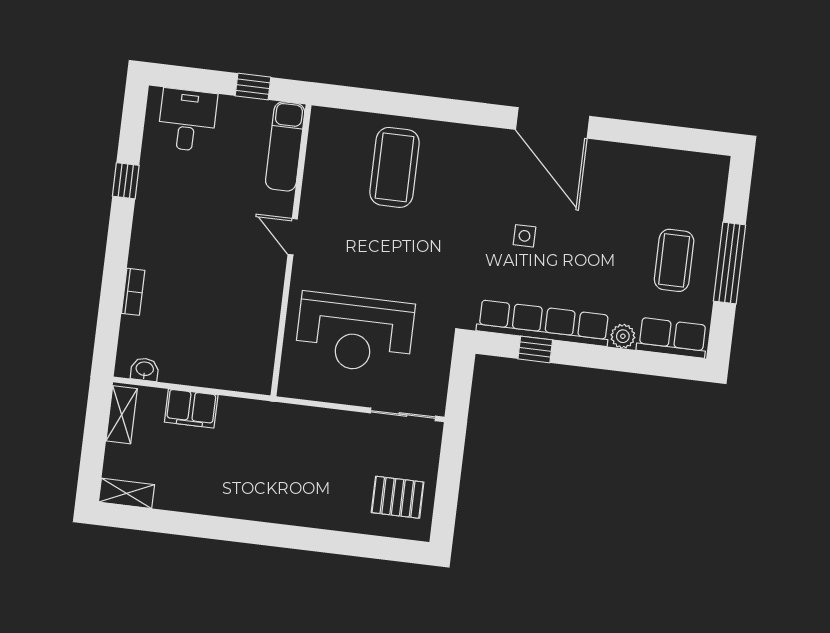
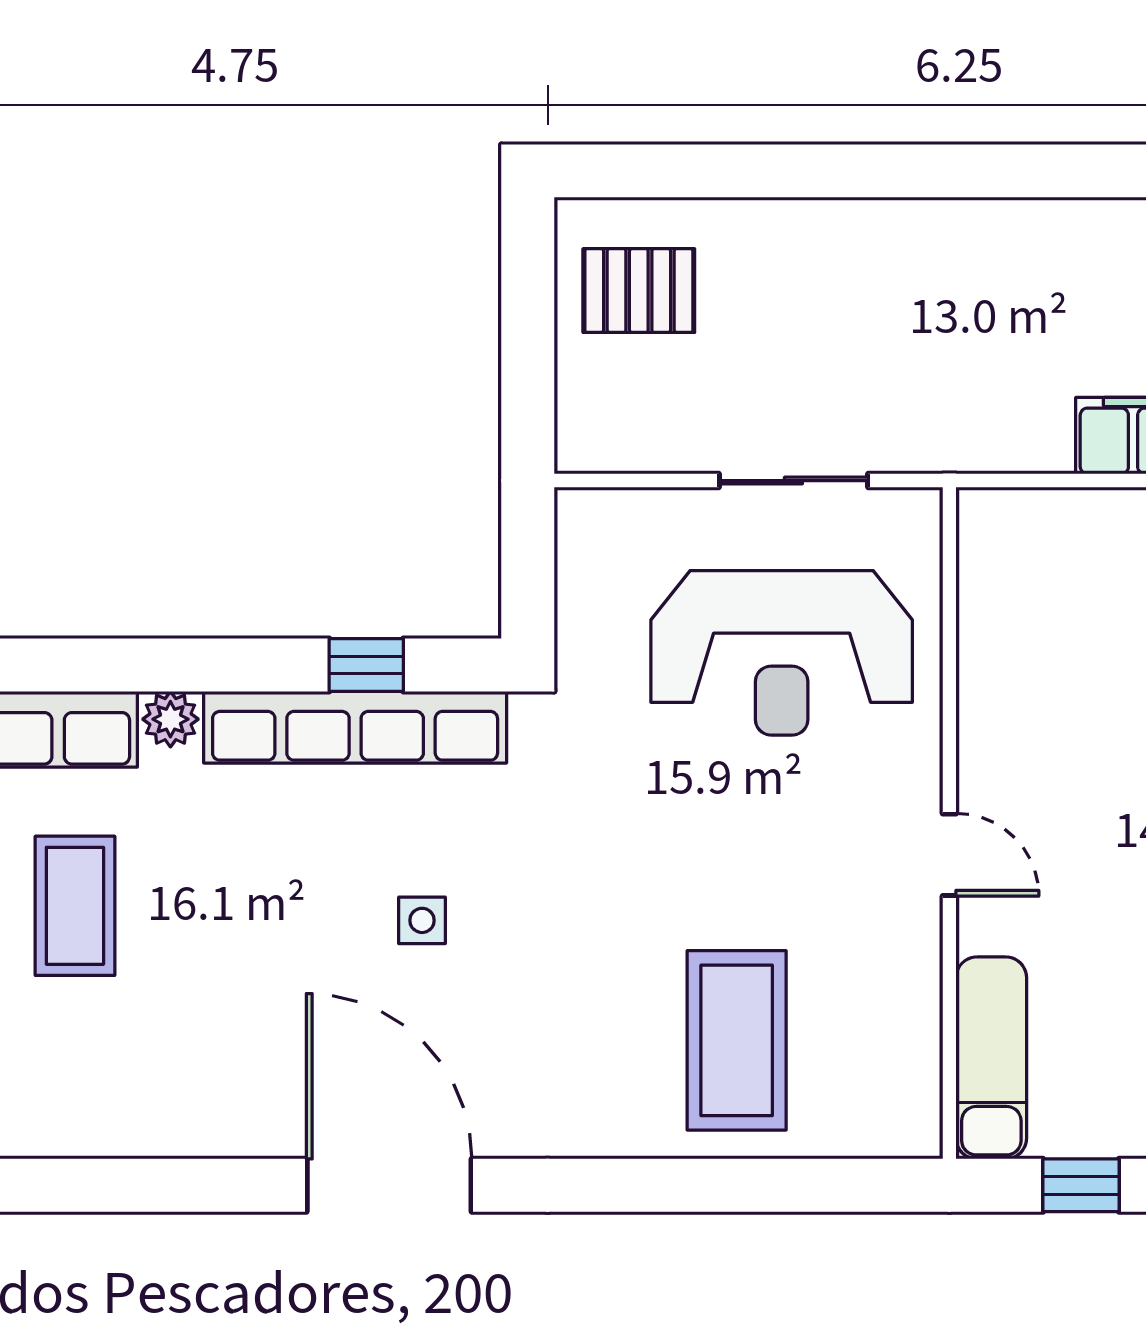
reception desk: (355, 333) -> (782, 653), turned 180
sliding door: (403, 414) -> (793, 481), moved

